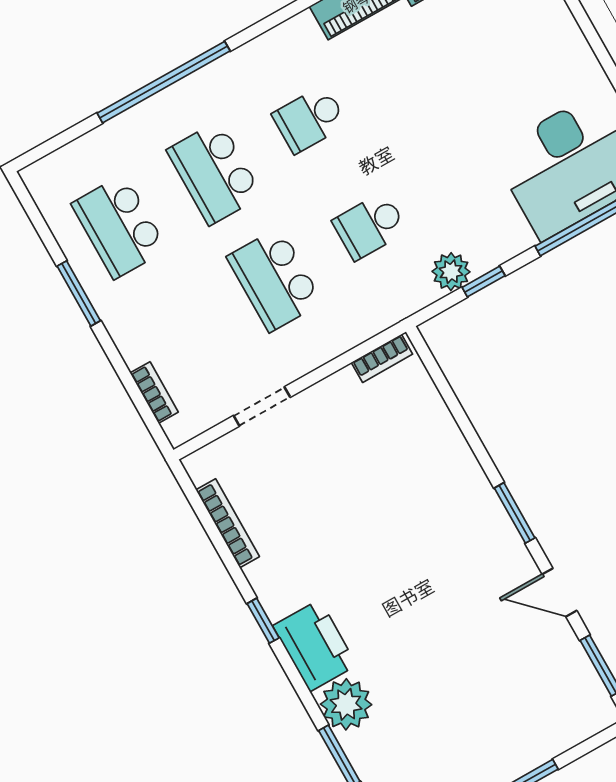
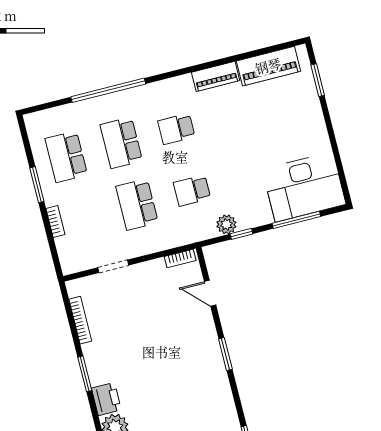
bookcase: (154, 393) -> (55, 221), moved
door: (559, 592) -> (210, 293), moved
window: (263, 621) -> (85, 374), width x1.50
printer: (315, 645) -> (106, 399), width x0.73, depth x0.84

